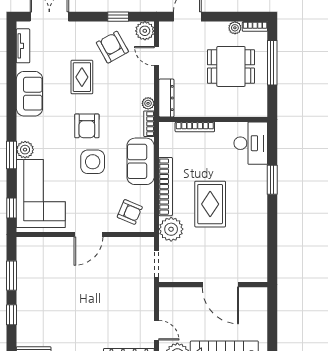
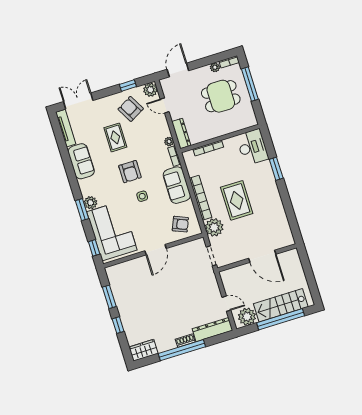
tv unit: (23, 46) -> (66, 128), width x1.41
side table: (93, 162) -> (142, 196), width x0.54, depth x0.54

